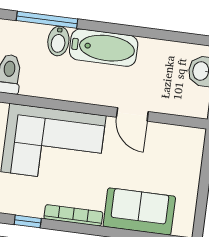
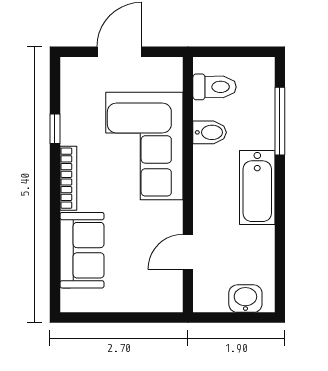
bidet: (58, 41) -> (210, 132), moved, turned 180
door: (132, 114) -> (188, 252), moved

